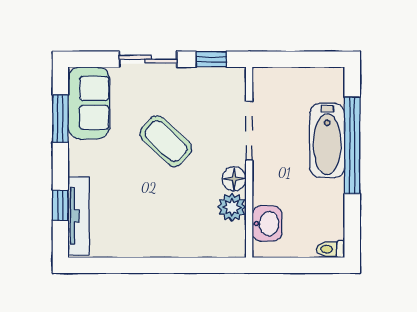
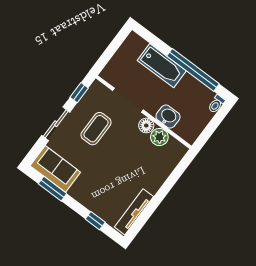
coffee table: (166, 141) -> (96, 129), moved, turned -43
window: (352, 145) -> (193, 70), moved
tv unit: (79, 216) -> (134, 212), moved, turned -90
washbasin: (267, 224) -> (168, 117), moved

